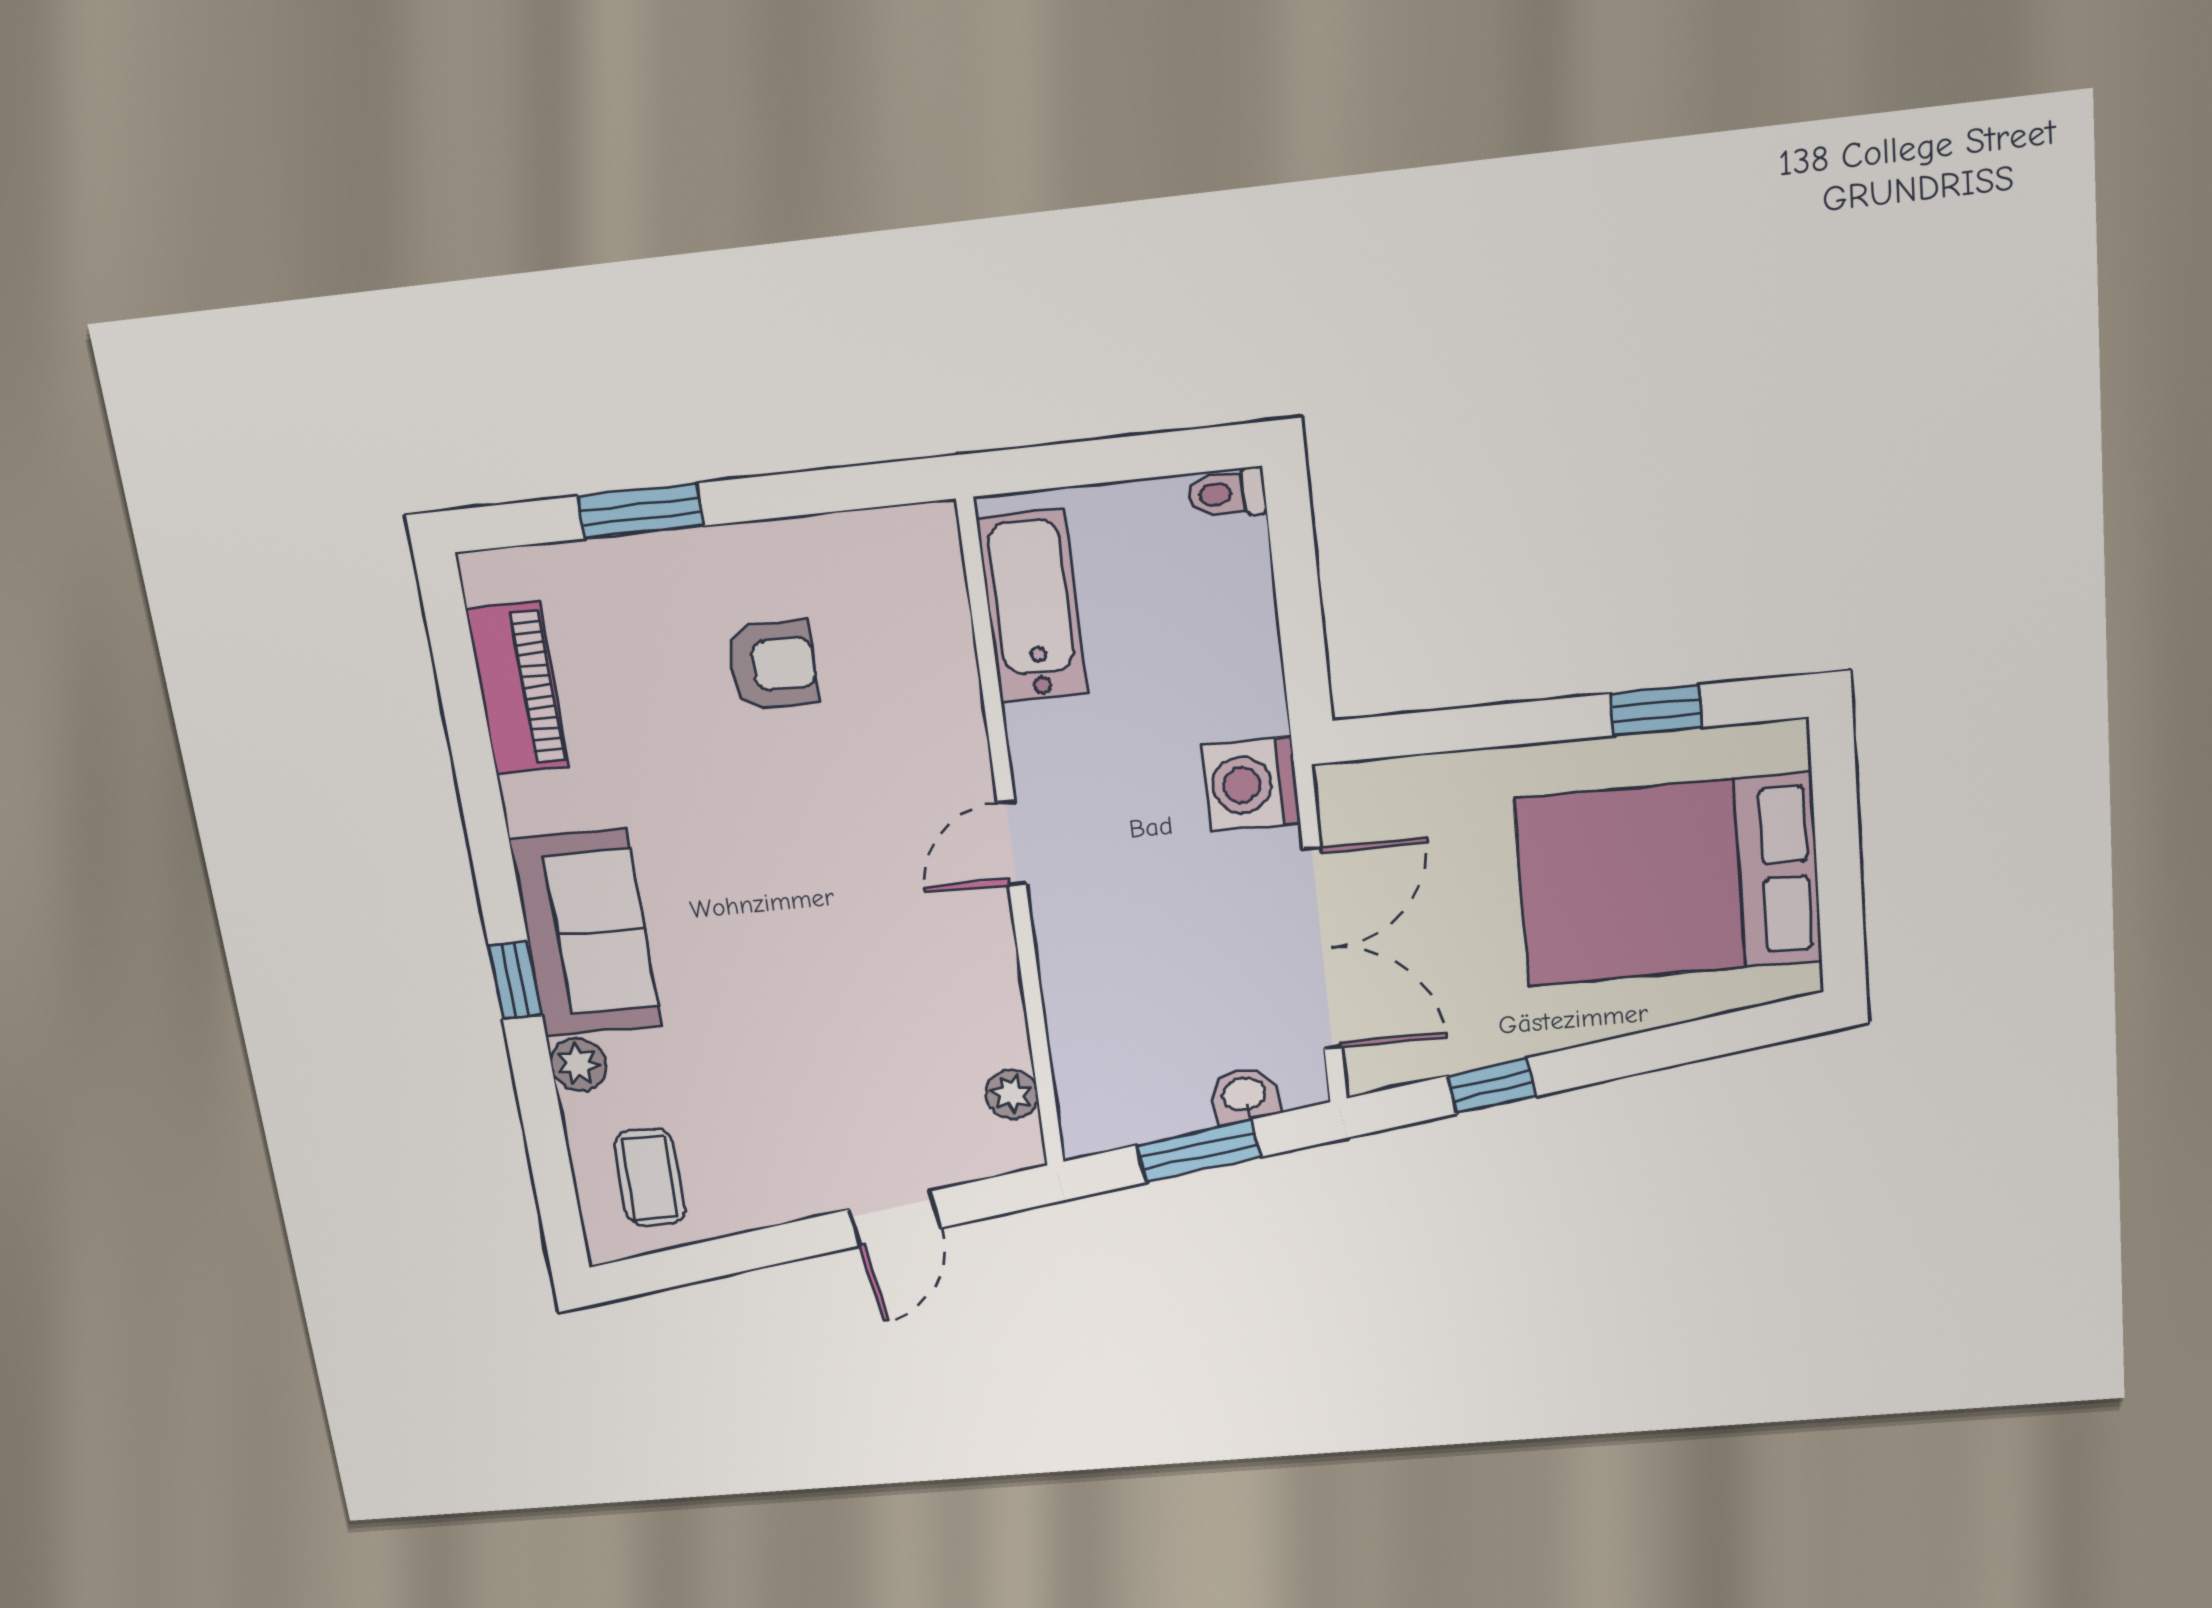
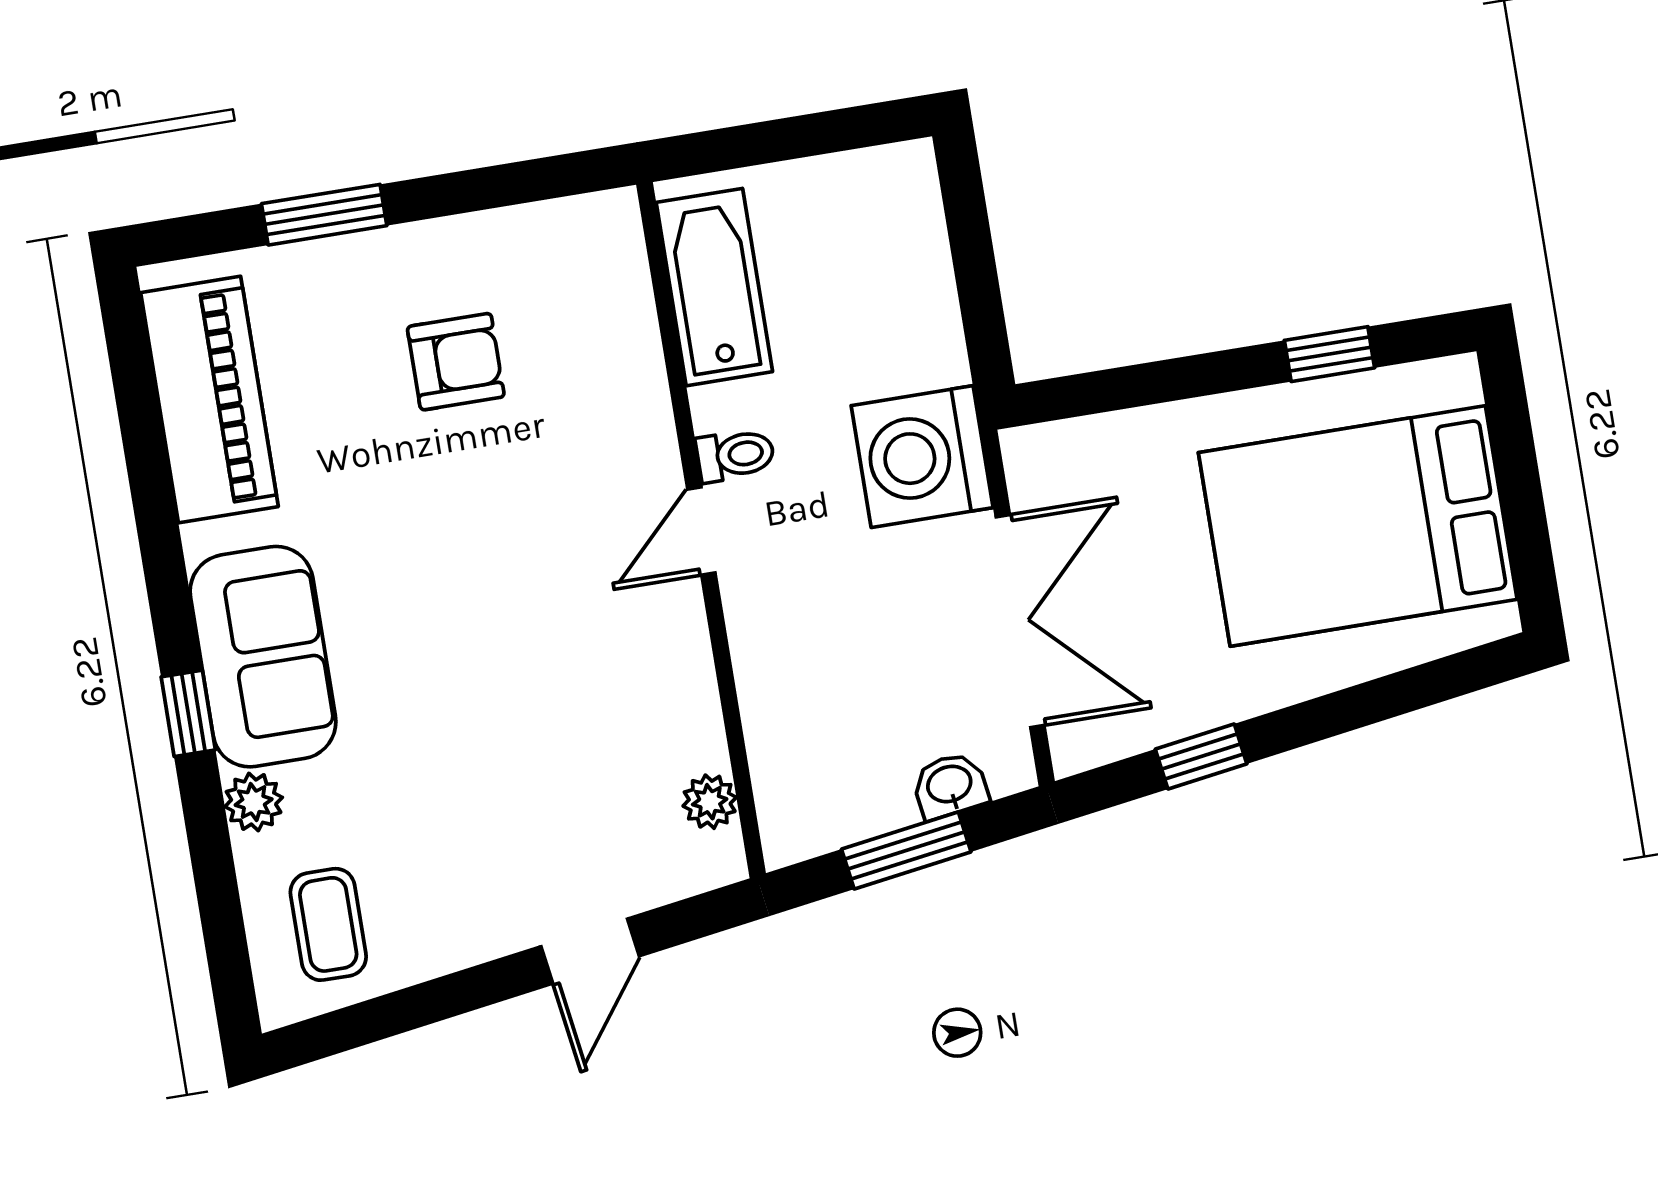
toilet: (1226, 493) -> (735, 455), moved, turned 180
piano: (518, 688) -> (209, 400), width x1.37, depth x1.33
washing machine: (1251, 784) -> (922, 457), width x1.37, depth x1.37

